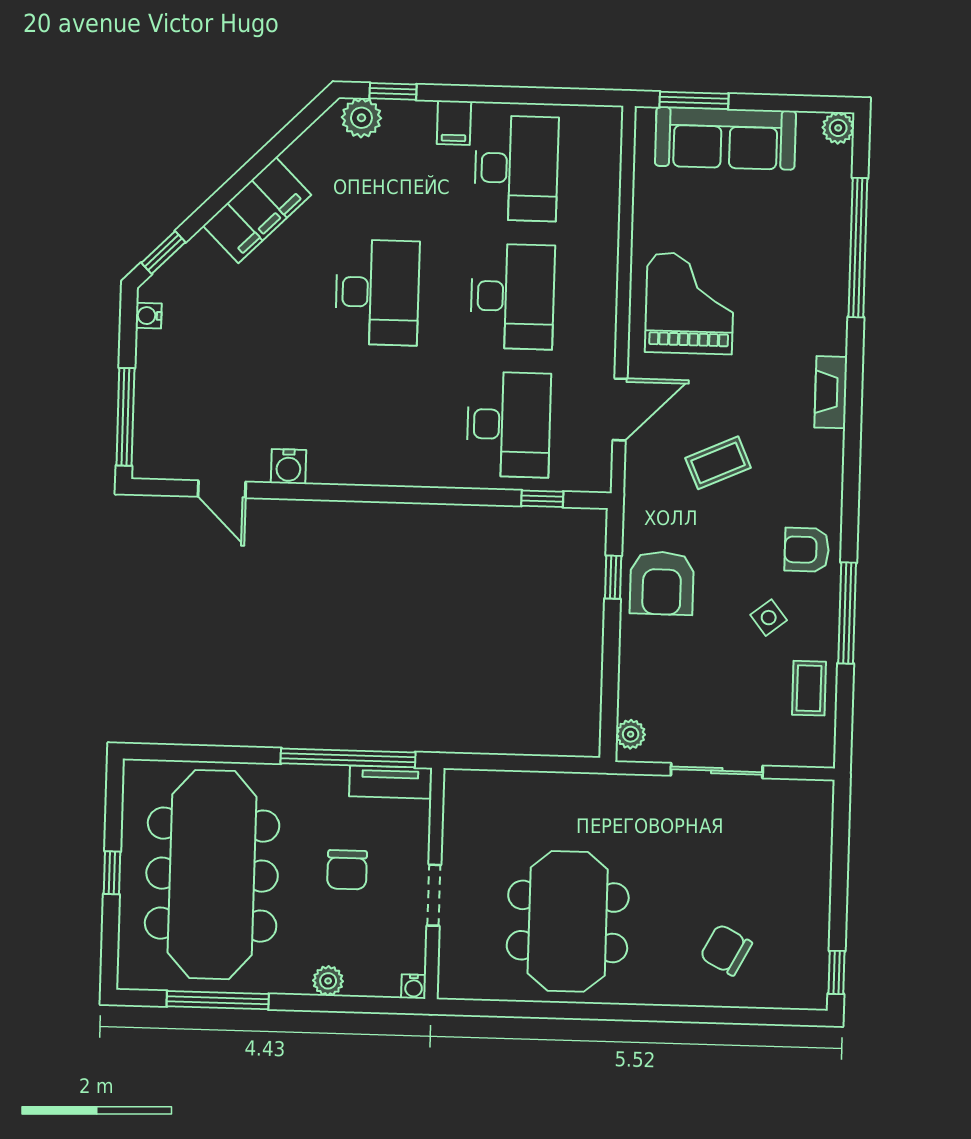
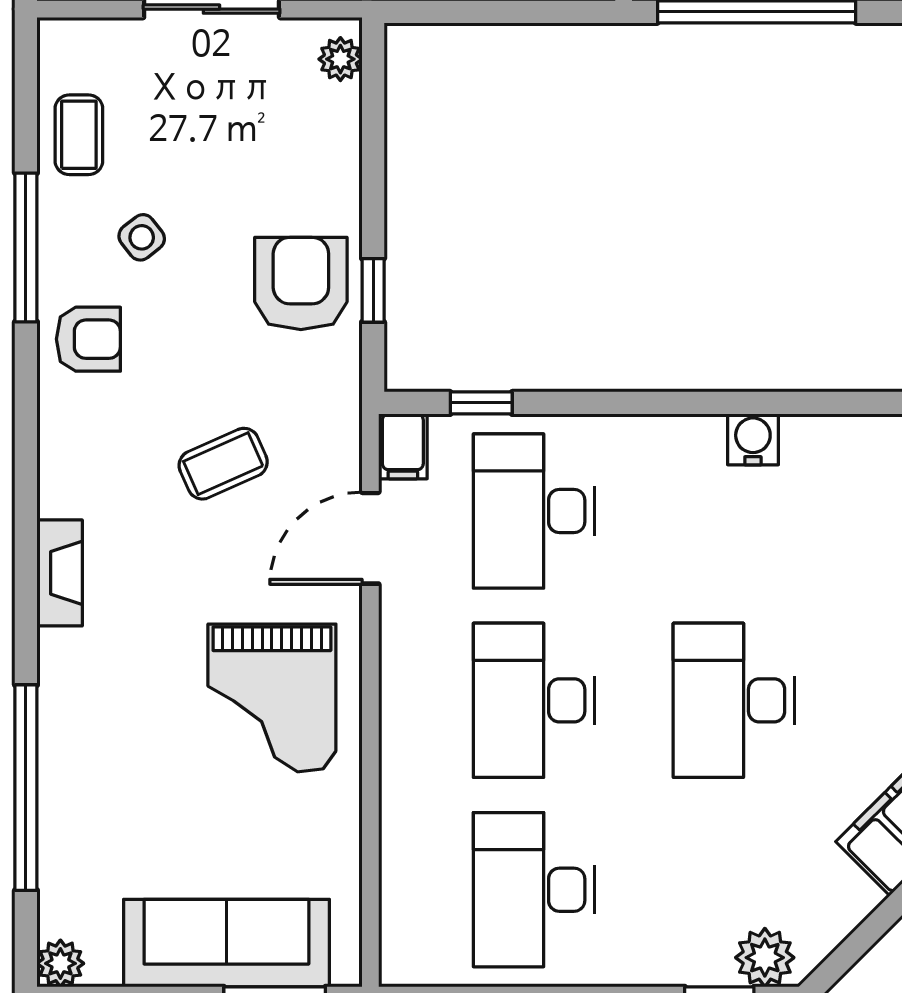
filing cabinet: (454, 123) -> (403, 446), moved, turned 180
water cooler: (289, 467) -> (753, 439), moved

